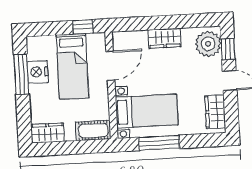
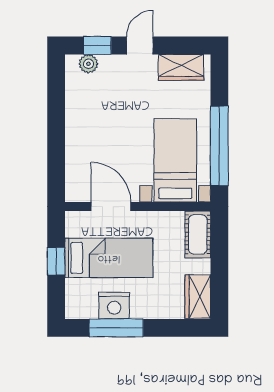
window: (83, 27) -> (56, 261), moved
wardrobe: (165, 38) -> (78, 131), removed
plant: (208, 44) -> (88, 64), width x0.53, depth x0.53
window: (159, 143) -> (219, 146), width x1.46

